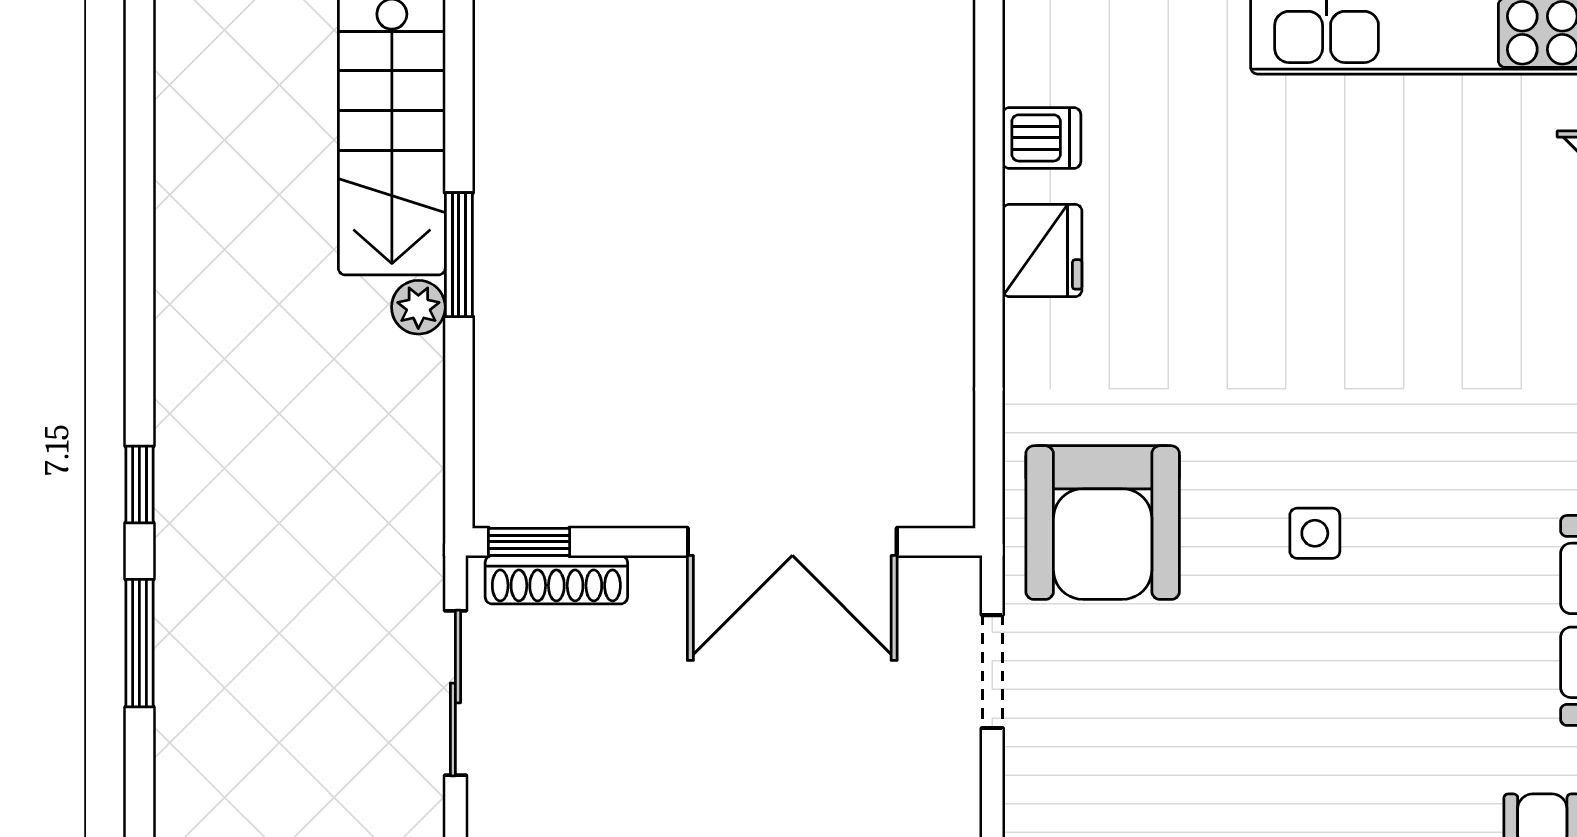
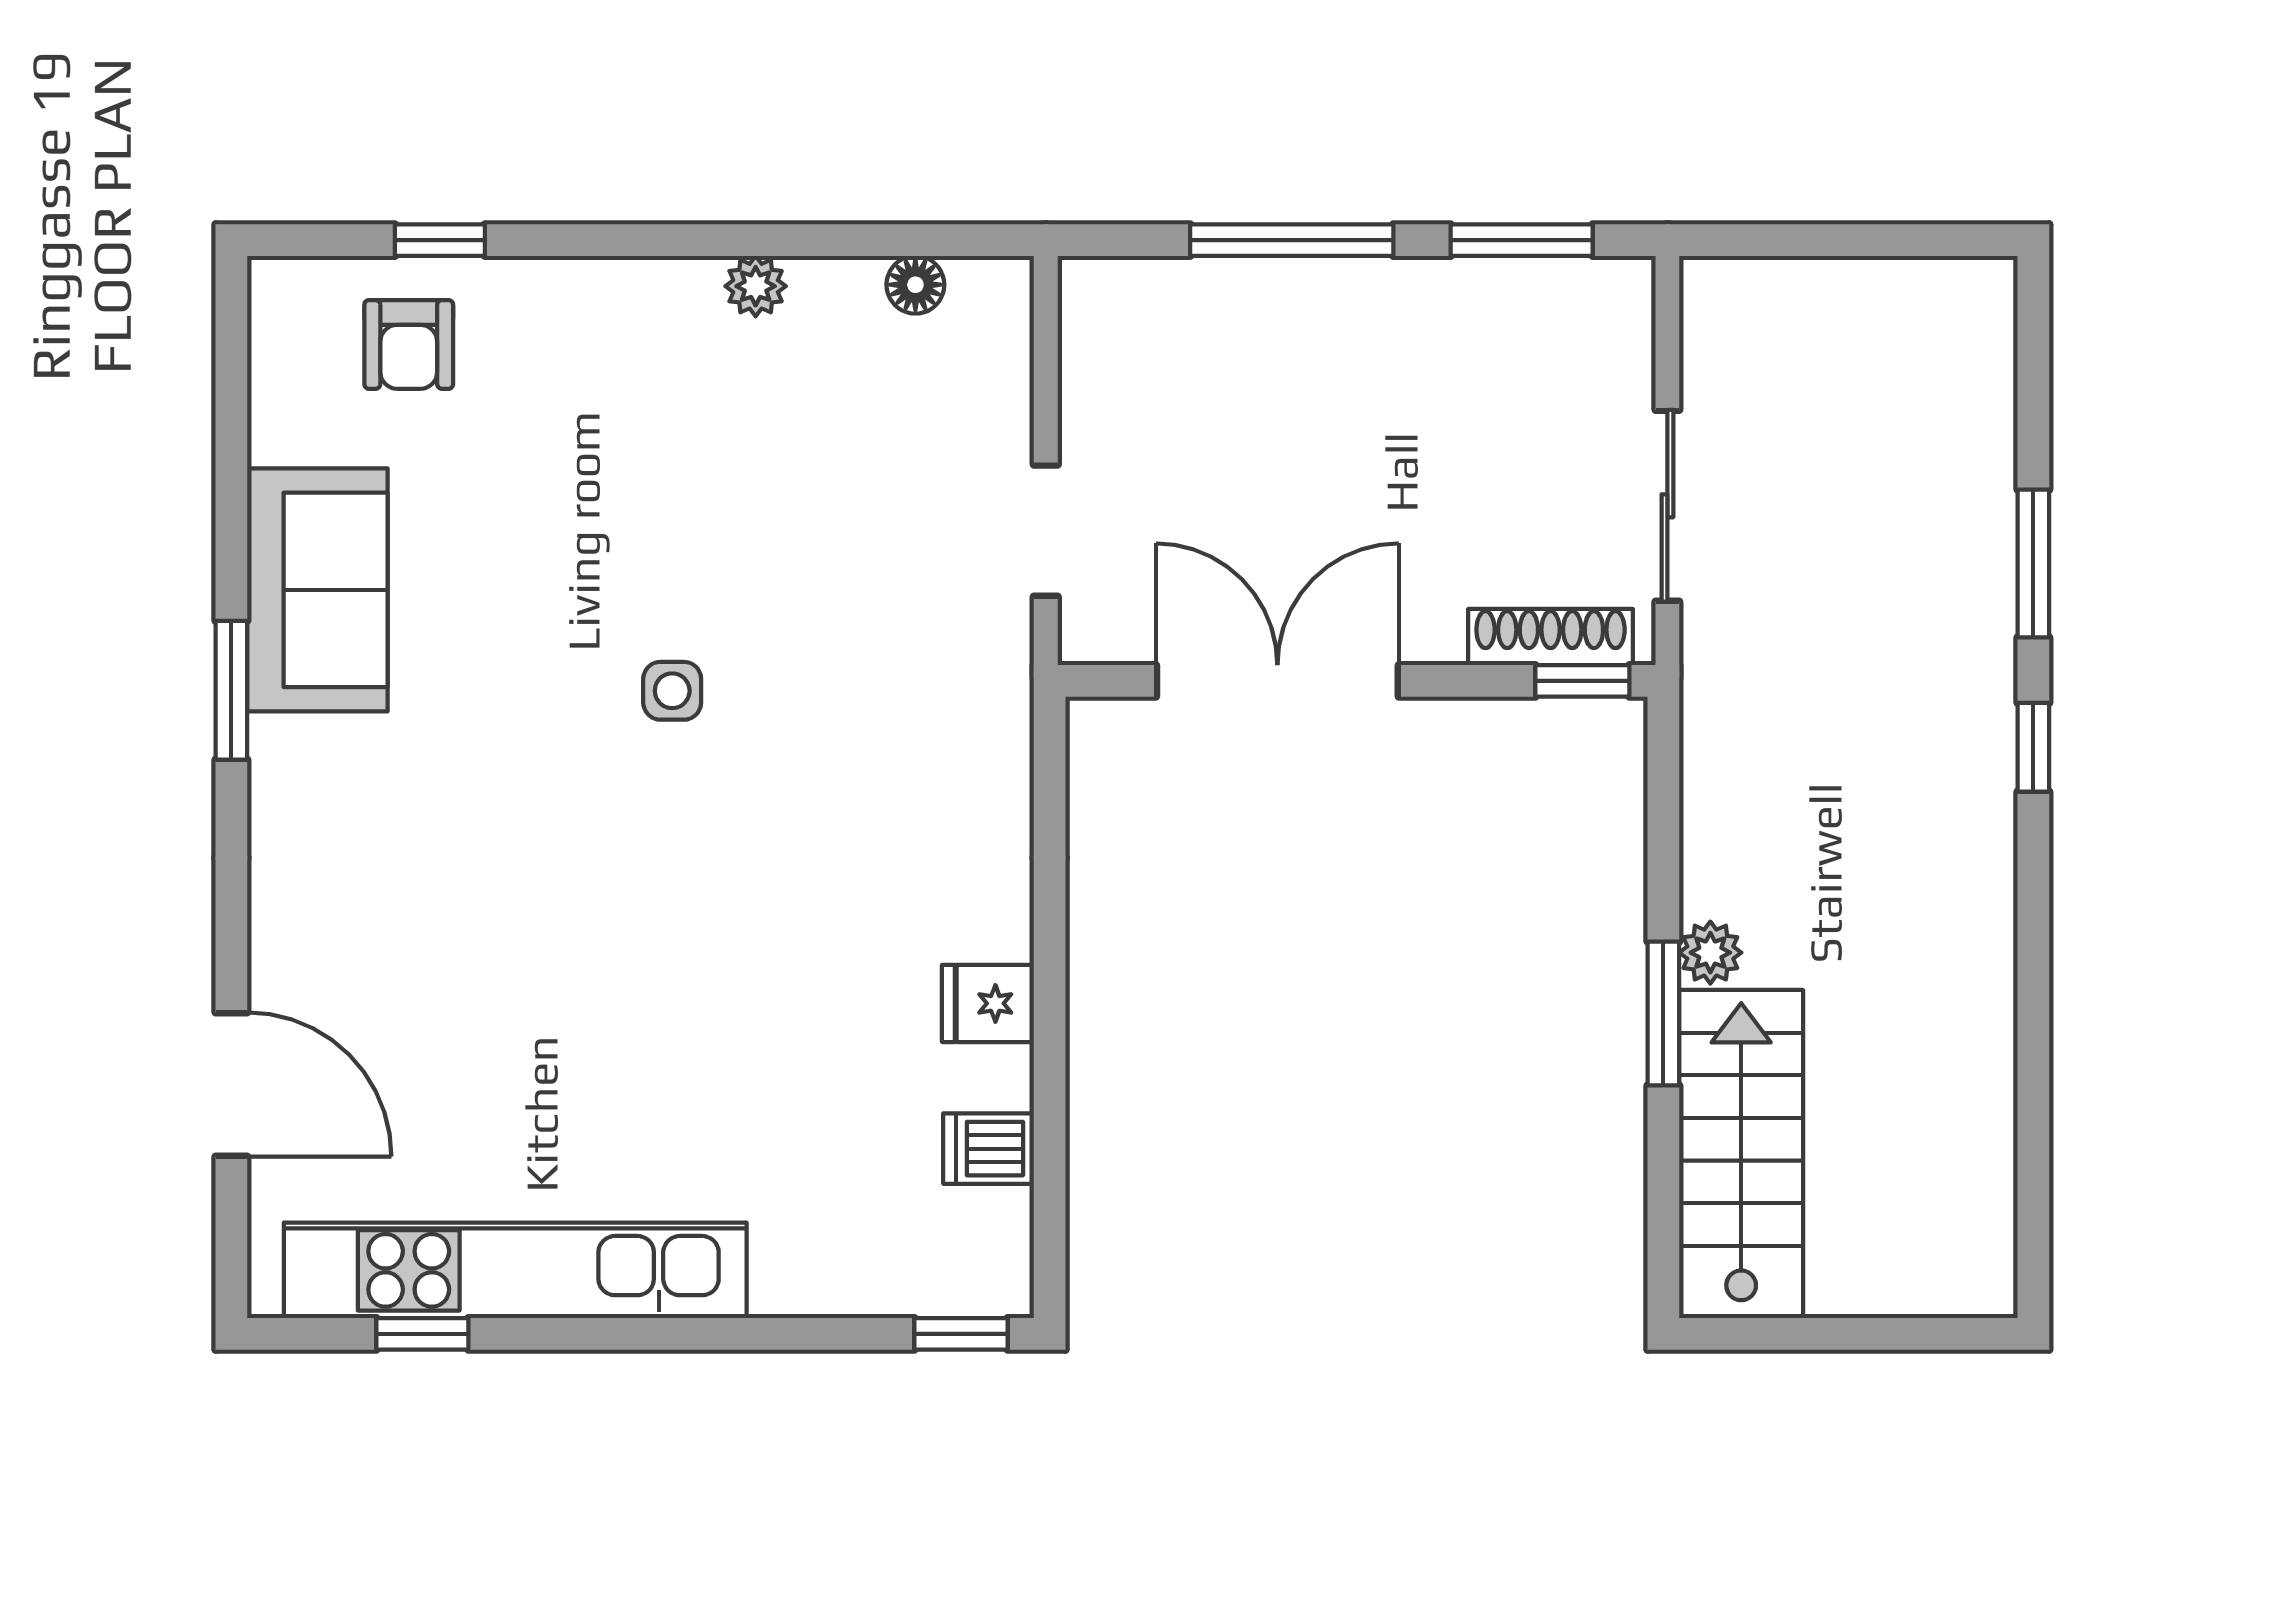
fridge: (1042, 250) -> (988, 1003), width x0.72
armchair: (1103, 523) -> (918, 703), removed

